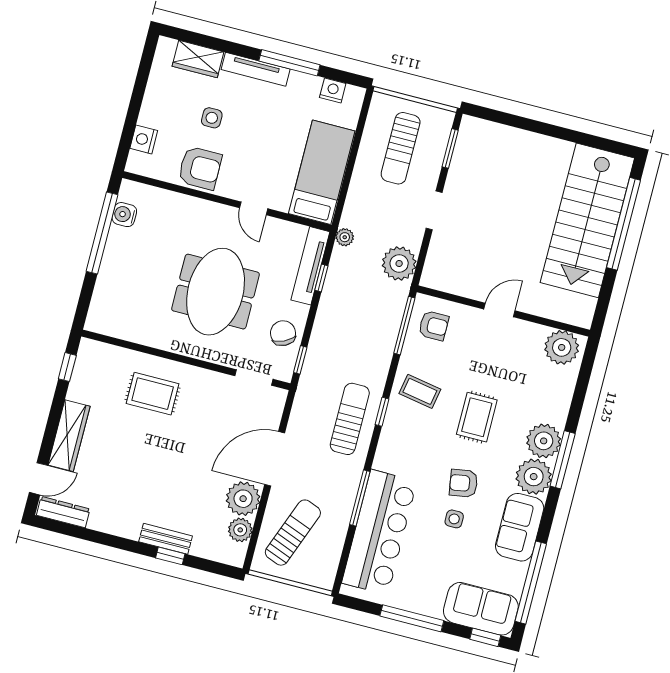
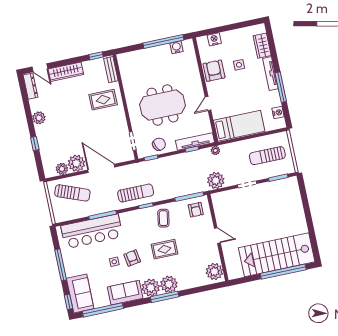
armchair: (200, 168) -> (214, 71), turned 180
rug: (153, 394) -> (103, 100), turned 90
plant: (128, 526) -> (39, 118), added
bench: (166, 539) -> (111, 70), moved

